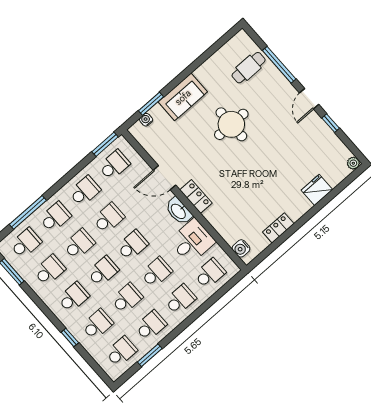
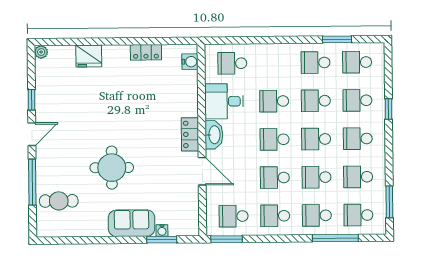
water cooler: (146, 120) -> (162, 230), moved
school desk: (180, 299) -> (274, 63), removed

